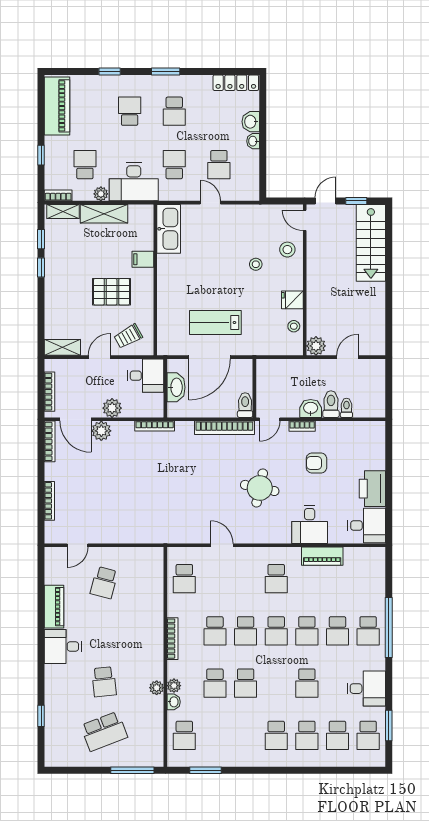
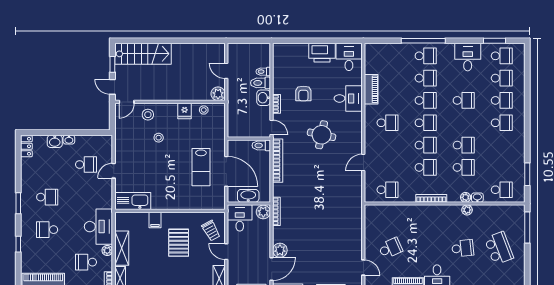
locker: (236, 83) -> (26, 146), width x0.66
school desk: (174, 165) -> (86, 197), removed
plant: (112, 408) -> (263, 212), moved
school desk: (104, 583) -> (390, 248), turned -39

